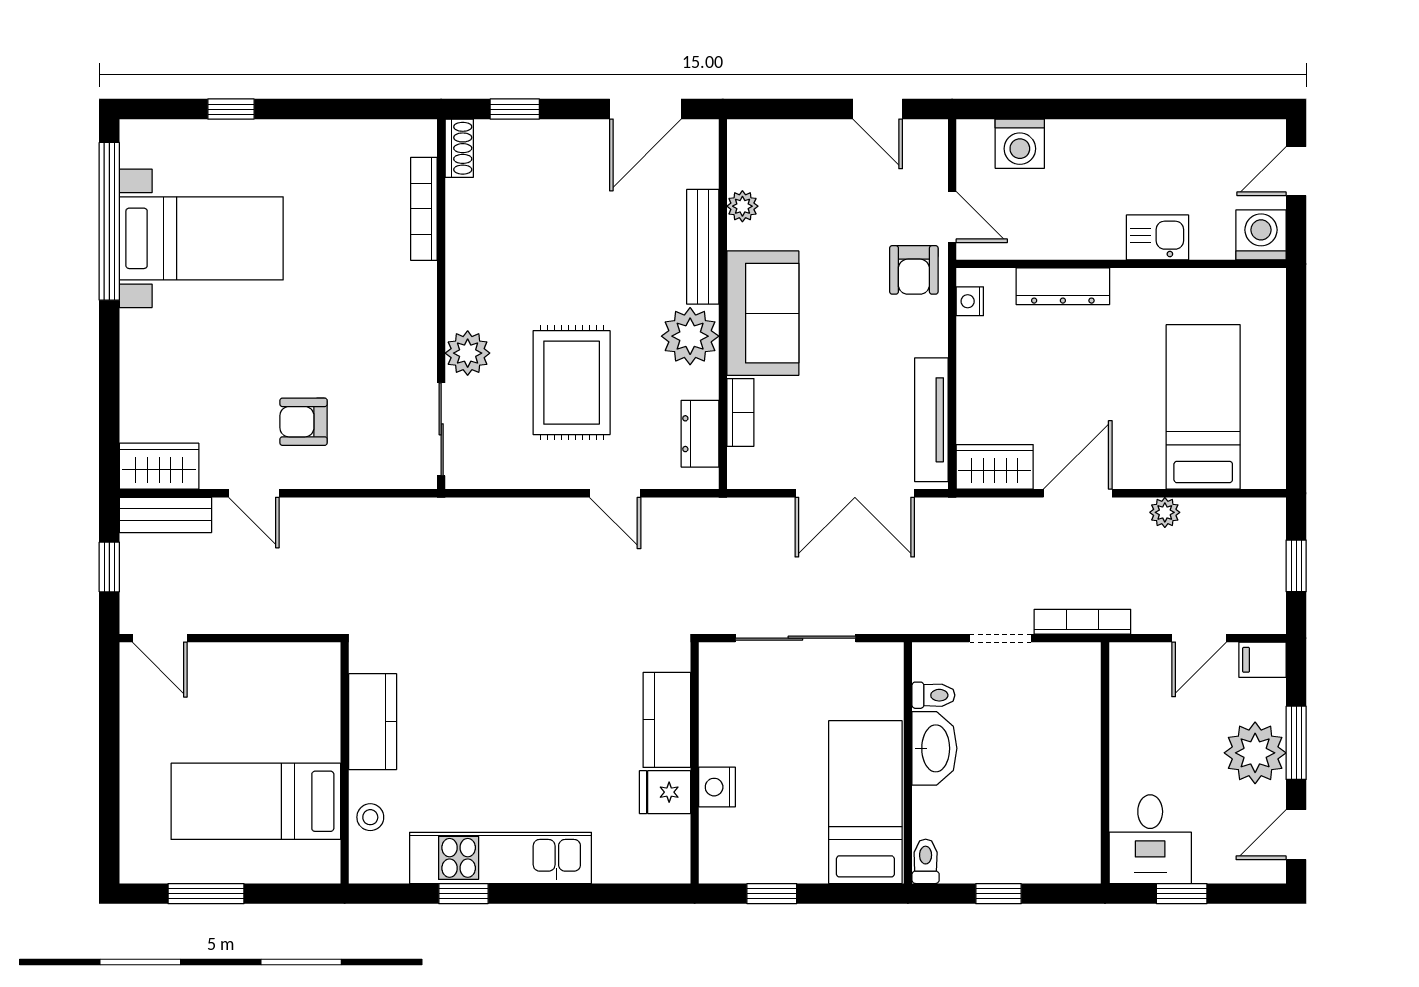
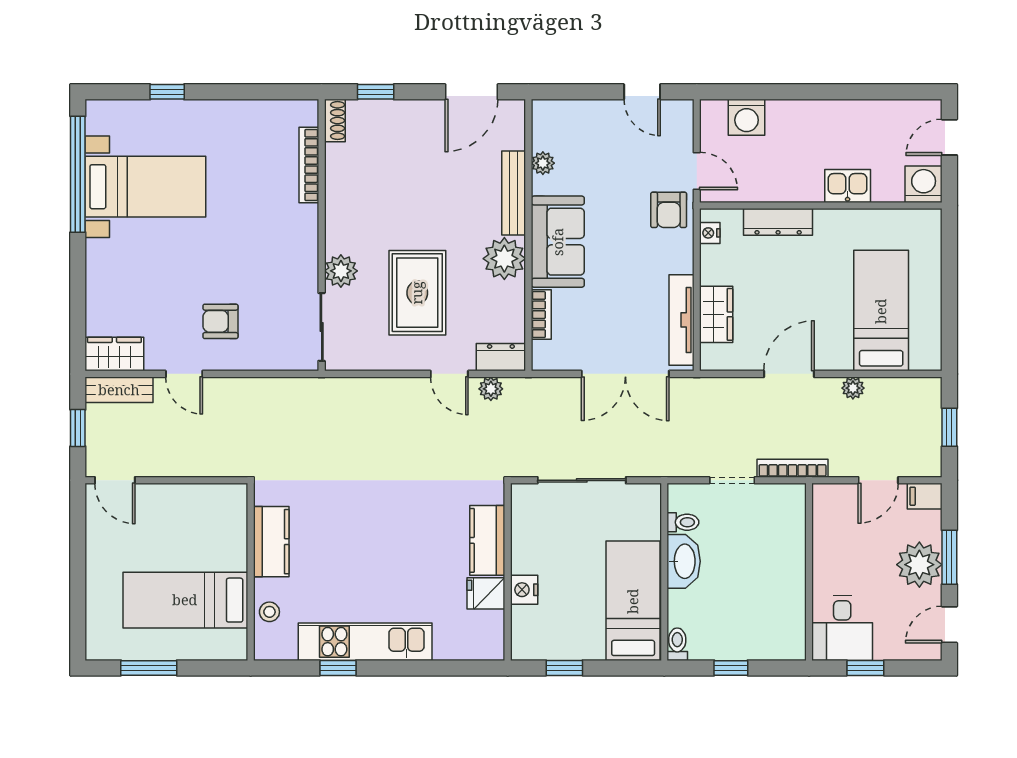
dresser: (700, 434) -> (501, 357), moved, turned 90
wardrobe: (995, 467) -> (716, 314), moved, turned 90
plant: (672, 514) -> (491, 389), added

